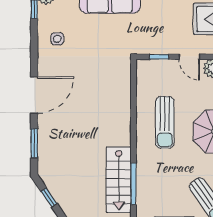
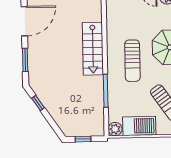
sun lounger: (165, 122) -> (132, 61), moved
stairs: (119, 180) -> (93, 49), moved

